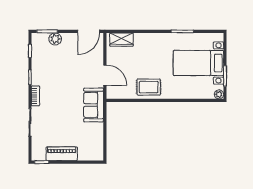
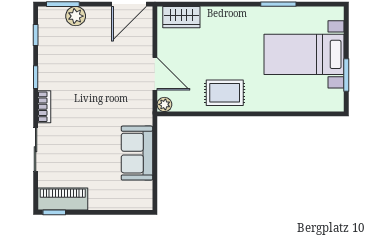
plant: (219, 94) -> (164, 104), moved
sofa: (94, 105) -> (137, 153), moved
piano: (62, 154) -> (63, 199), moved

